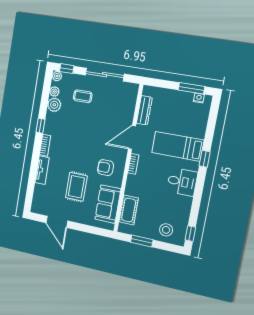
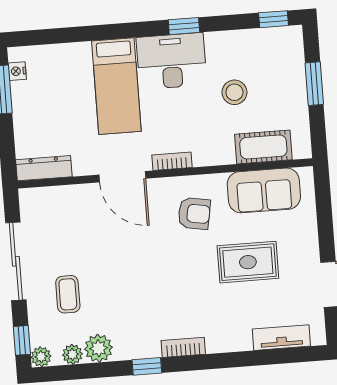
dresser: (144, 110) -> (44, 168), moved
window: (205, 159) -> (184, 26), moved
armchair: (106, 168) -> (194, 213), turned -80
tv unit: (42, 170) -> (281, 338), moved
desk: (182, 182) -> (171, 61), width x1.37
stool: (166, 230) -> (234, 92), moved
window: (142, 241) -> (314, 84), moved

